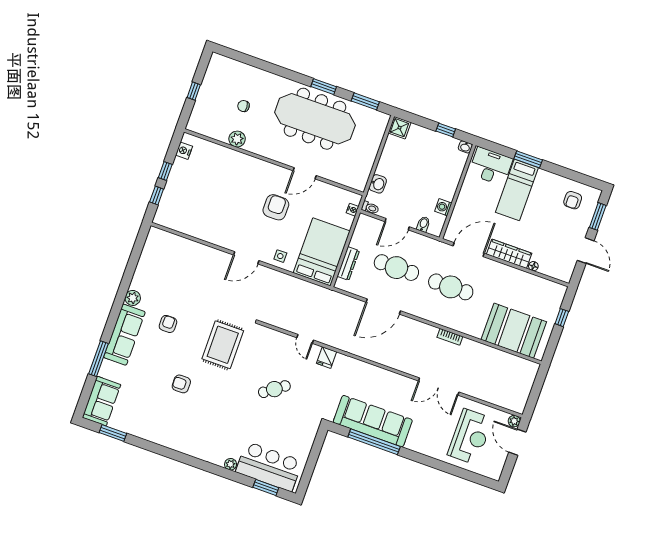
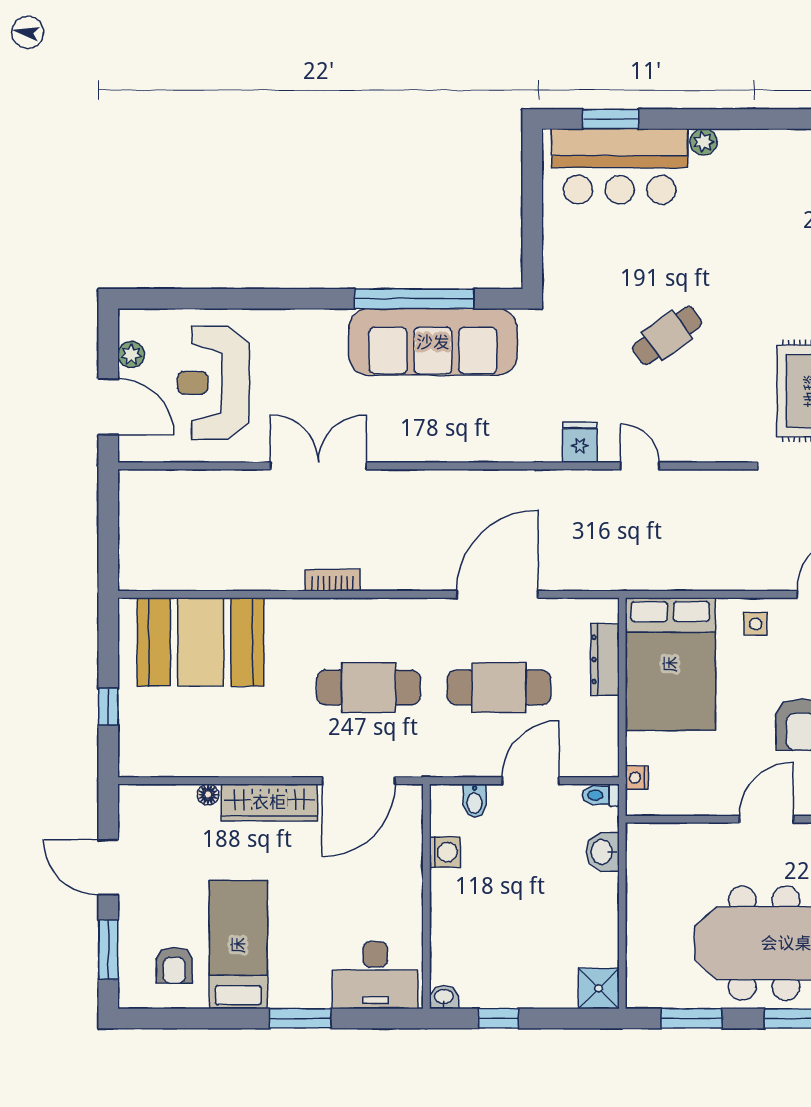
bed: (517, 190) -> (238, 945), moved
armchair: (573, 200) -> (174, 965), turned 180
plant: (514, 421) -> (131, 355), moved

